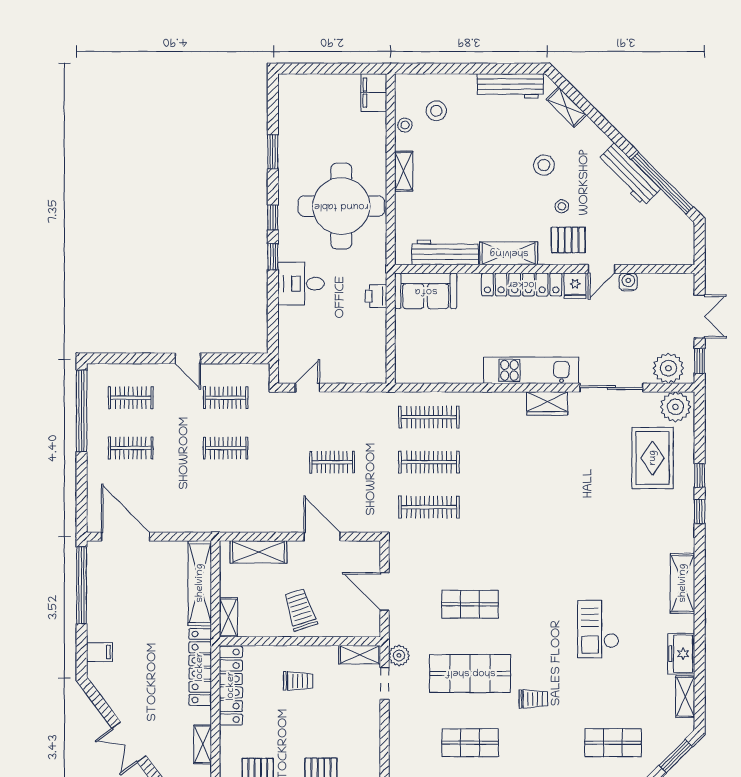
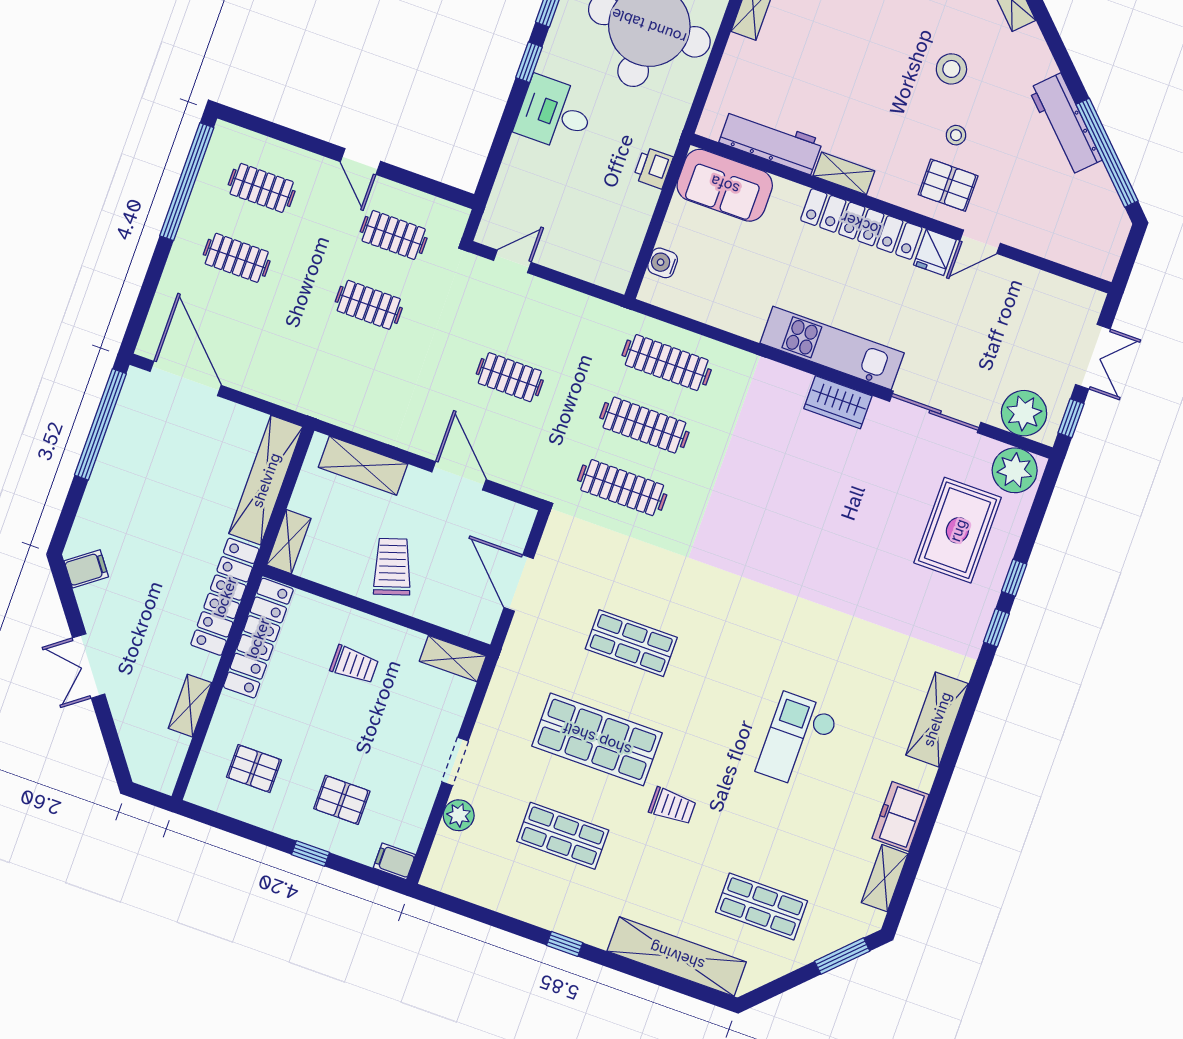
shelving: (509, 253) -> (844, 173), width x0.67, depth x0.75
water cooler: (628, 282) -> (663, 263), moved, turned -90
filing cabinet: (99, 652) -> (86, 569), moved, turned -37
plant: (399, 655) -> (459, 815), moved
doorway: (385, 683) -> (455, 761), moved

